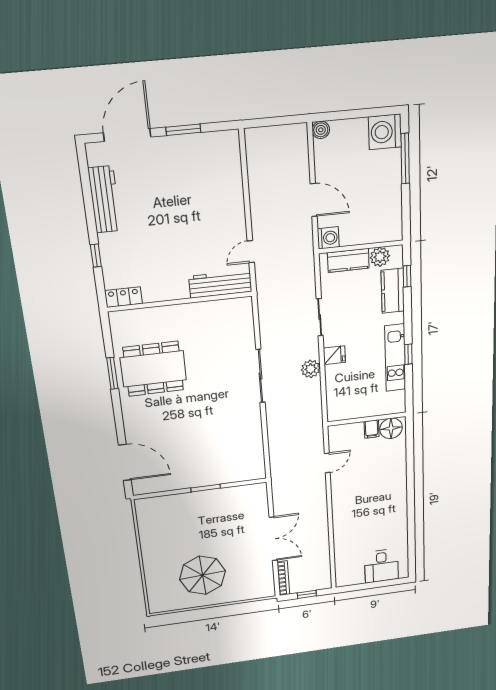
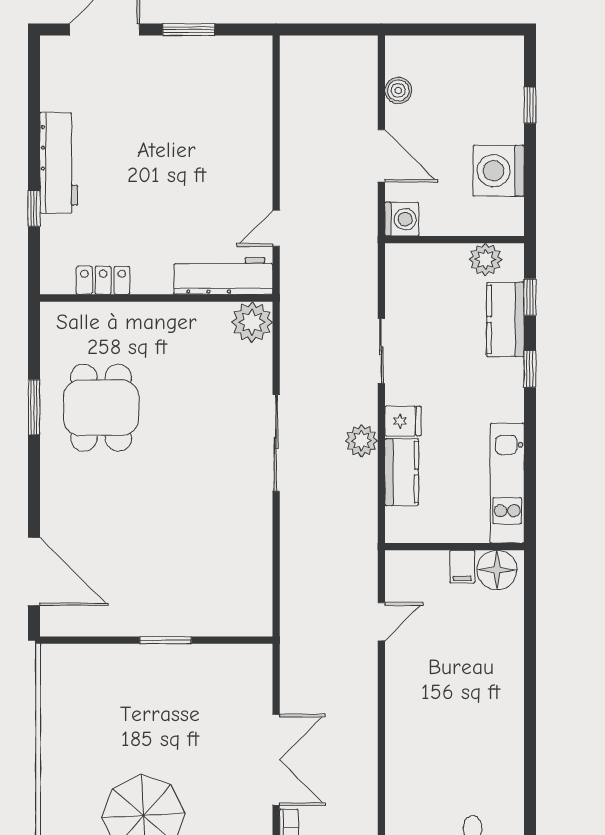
boiler: (321, 130) -> (398, 90), moved
washing machine: (385, 132) -> (499, 171), moved
window: (405, 159) -> (530, 105), width x0.46
workbench: (105, 199) -> (59, 163), moved
kitchen counter: (348, 260) -> (402, 472), moved, turned -90
locker: (124, 297) -> (103, 280), moved
plant: (240, 309) -> (252, 322), added
window: (408, 354) -> (530, 369), moved
kitchen unit: (395, 358) -> (507, 483), moved
dining table: (153, 369) -> (101, 408), width x0.73

